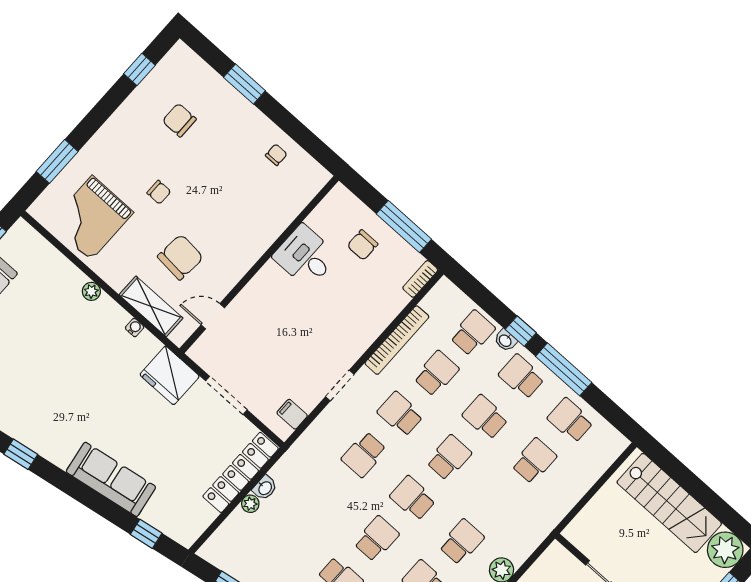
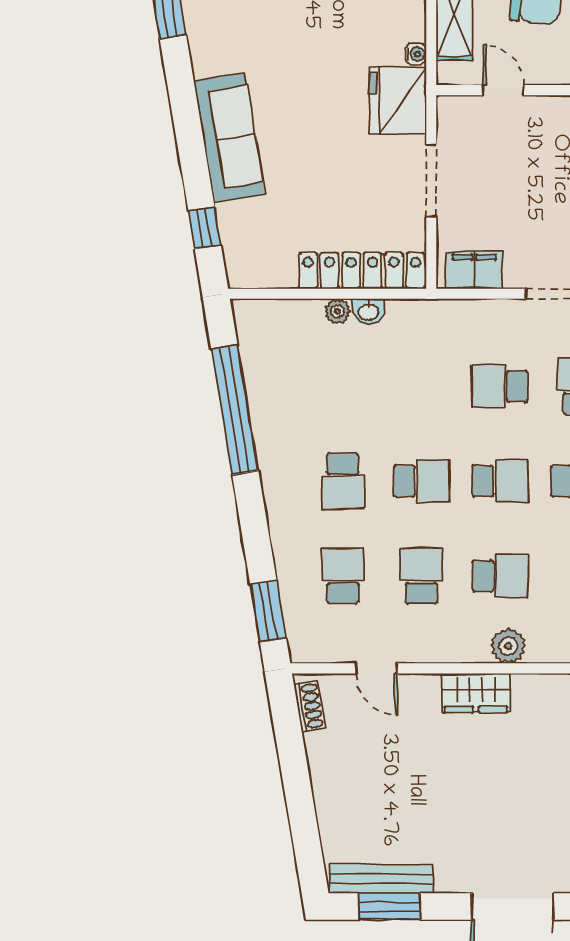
water cooler: (135, 328) -> (416, 54), moved
filing cabinet: (292, 414) -> (474, 270), width x2.00
school desk: (413, 498) -> (500, 481), turned 90

